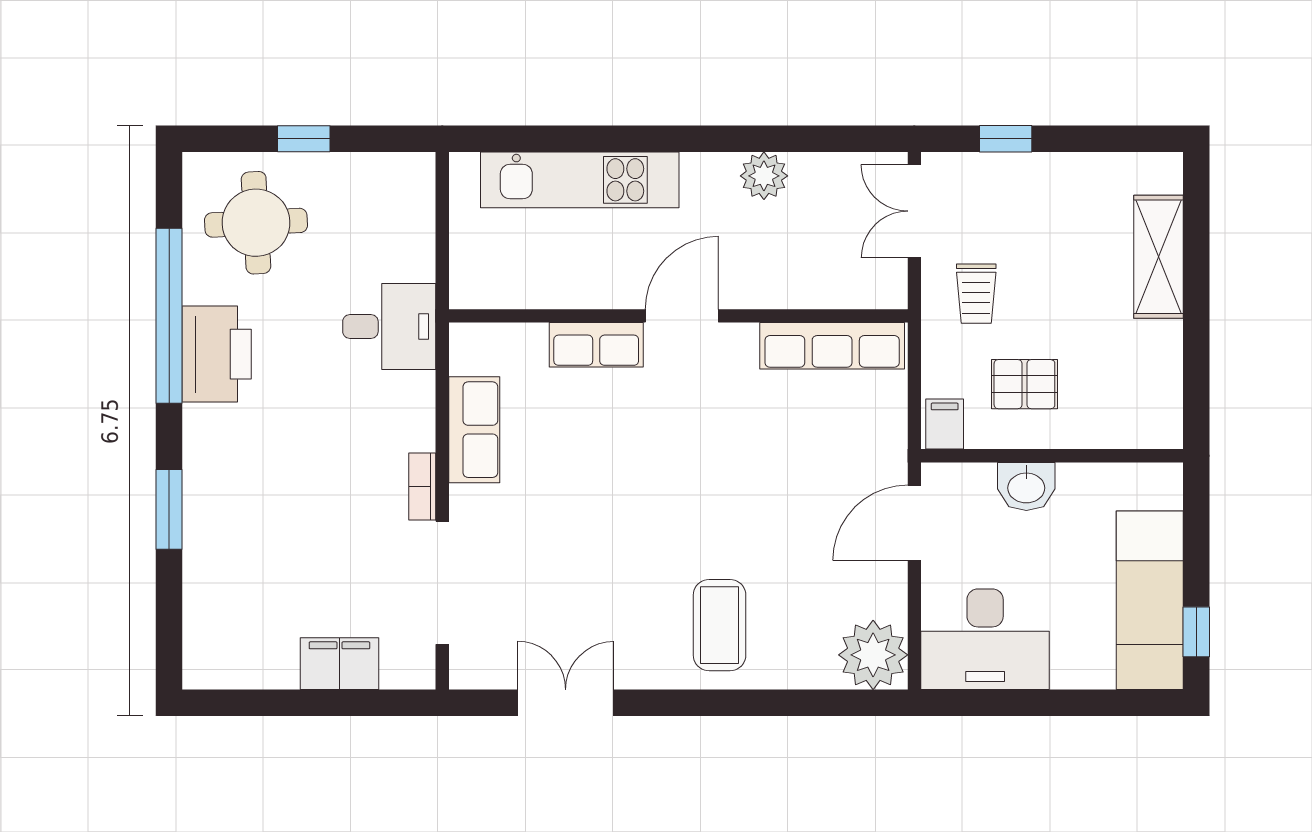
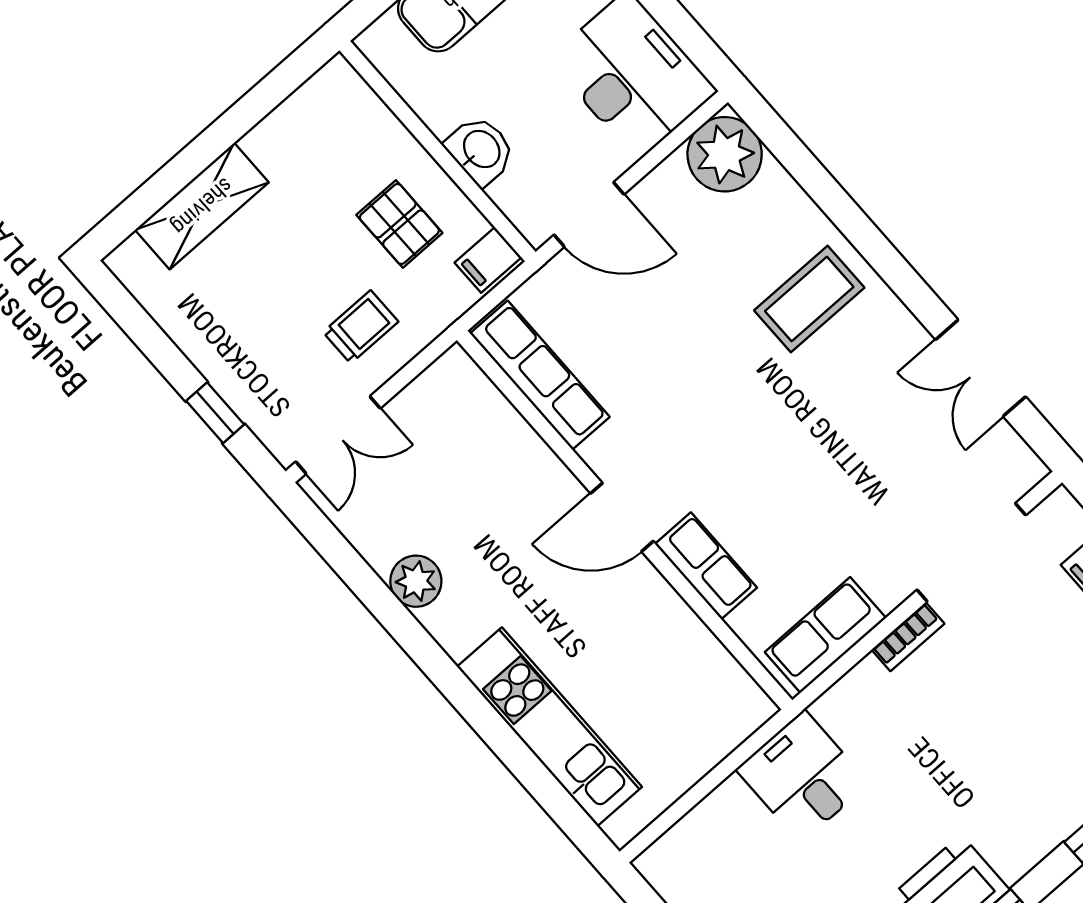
wall: (678, 316) -> (625, 520), moved
door: (682, 316) -> (622, 517), moved
row of seats: (596, 345) -> (706, 566), moved
row of seats: (832, 346) -> (540, 375), moved

